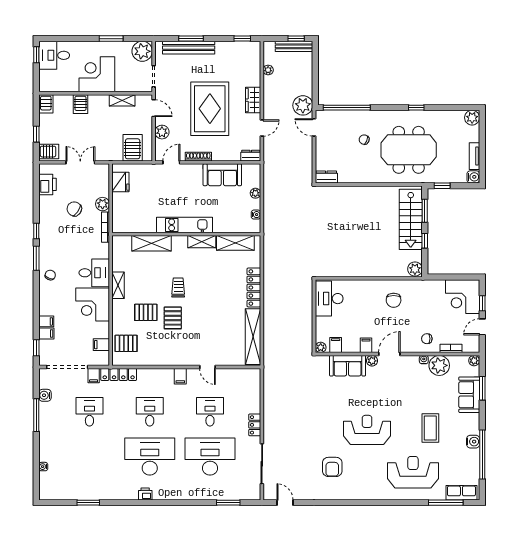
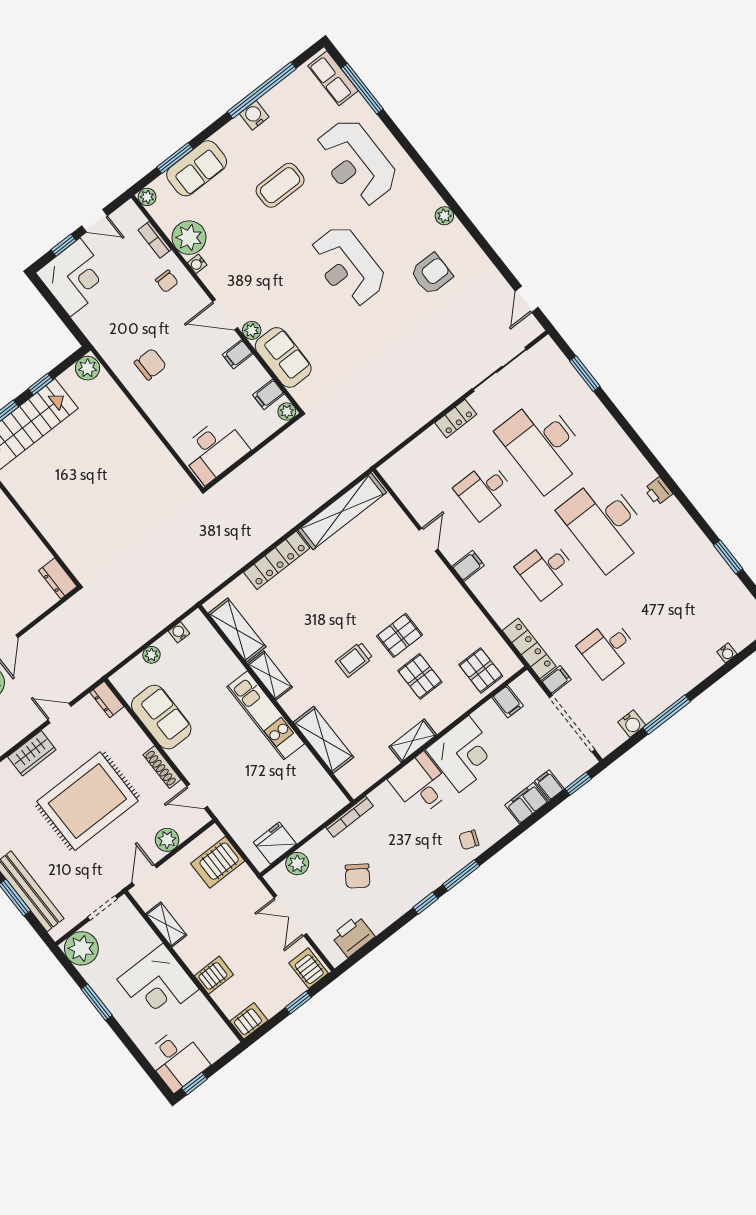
plant: (103, 204) -> (297, 864), moved
filing cabinet: (46, 321) -> (526, 803), width x2.00
plant: (355, 495) -> (444, 216), added

